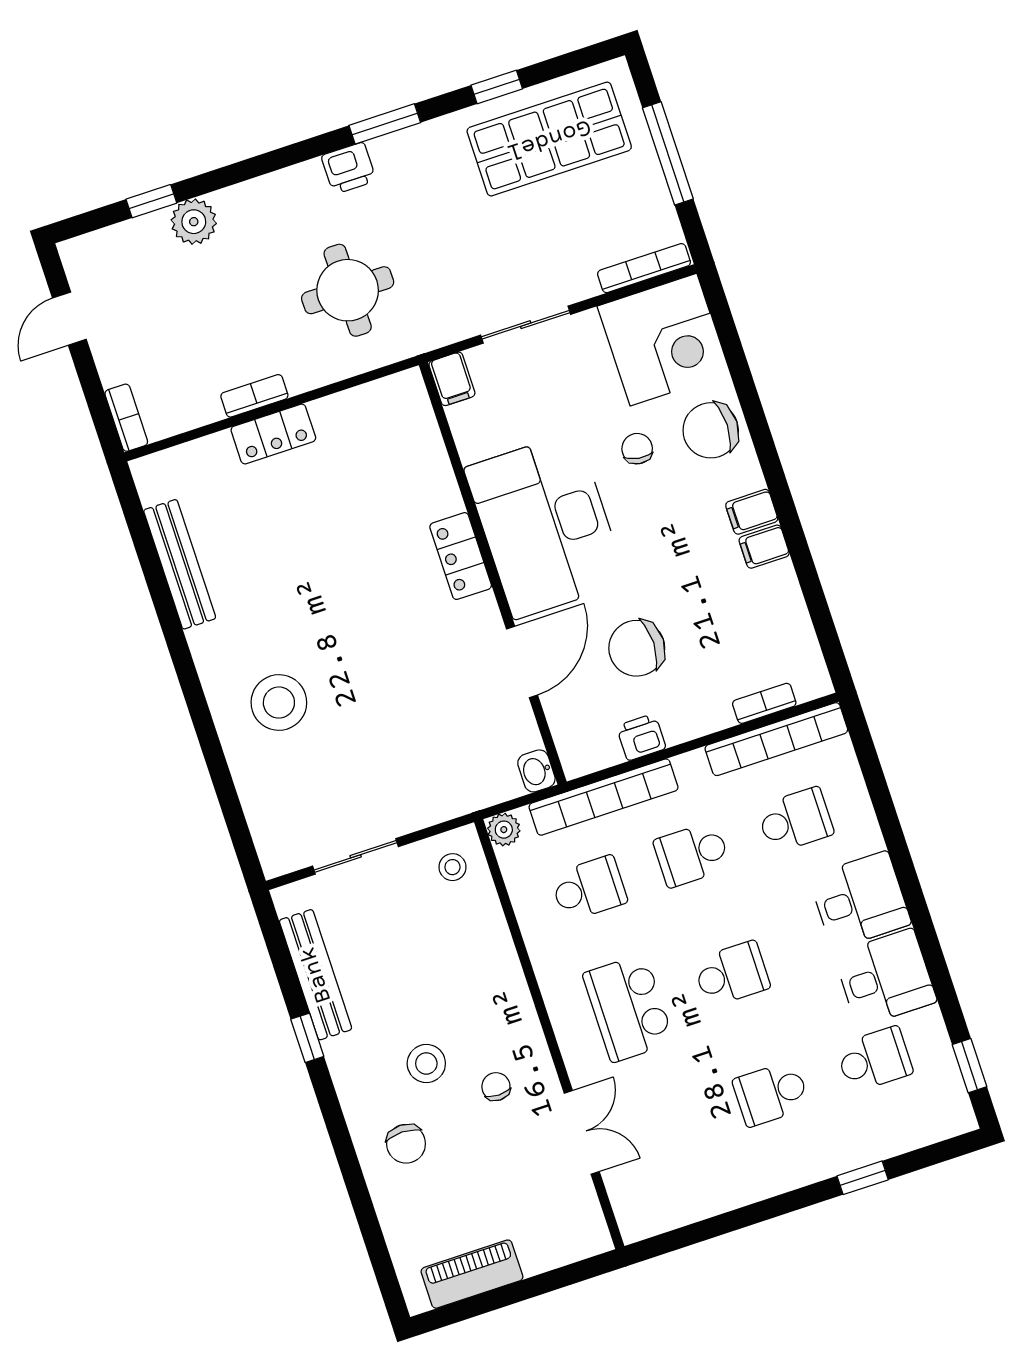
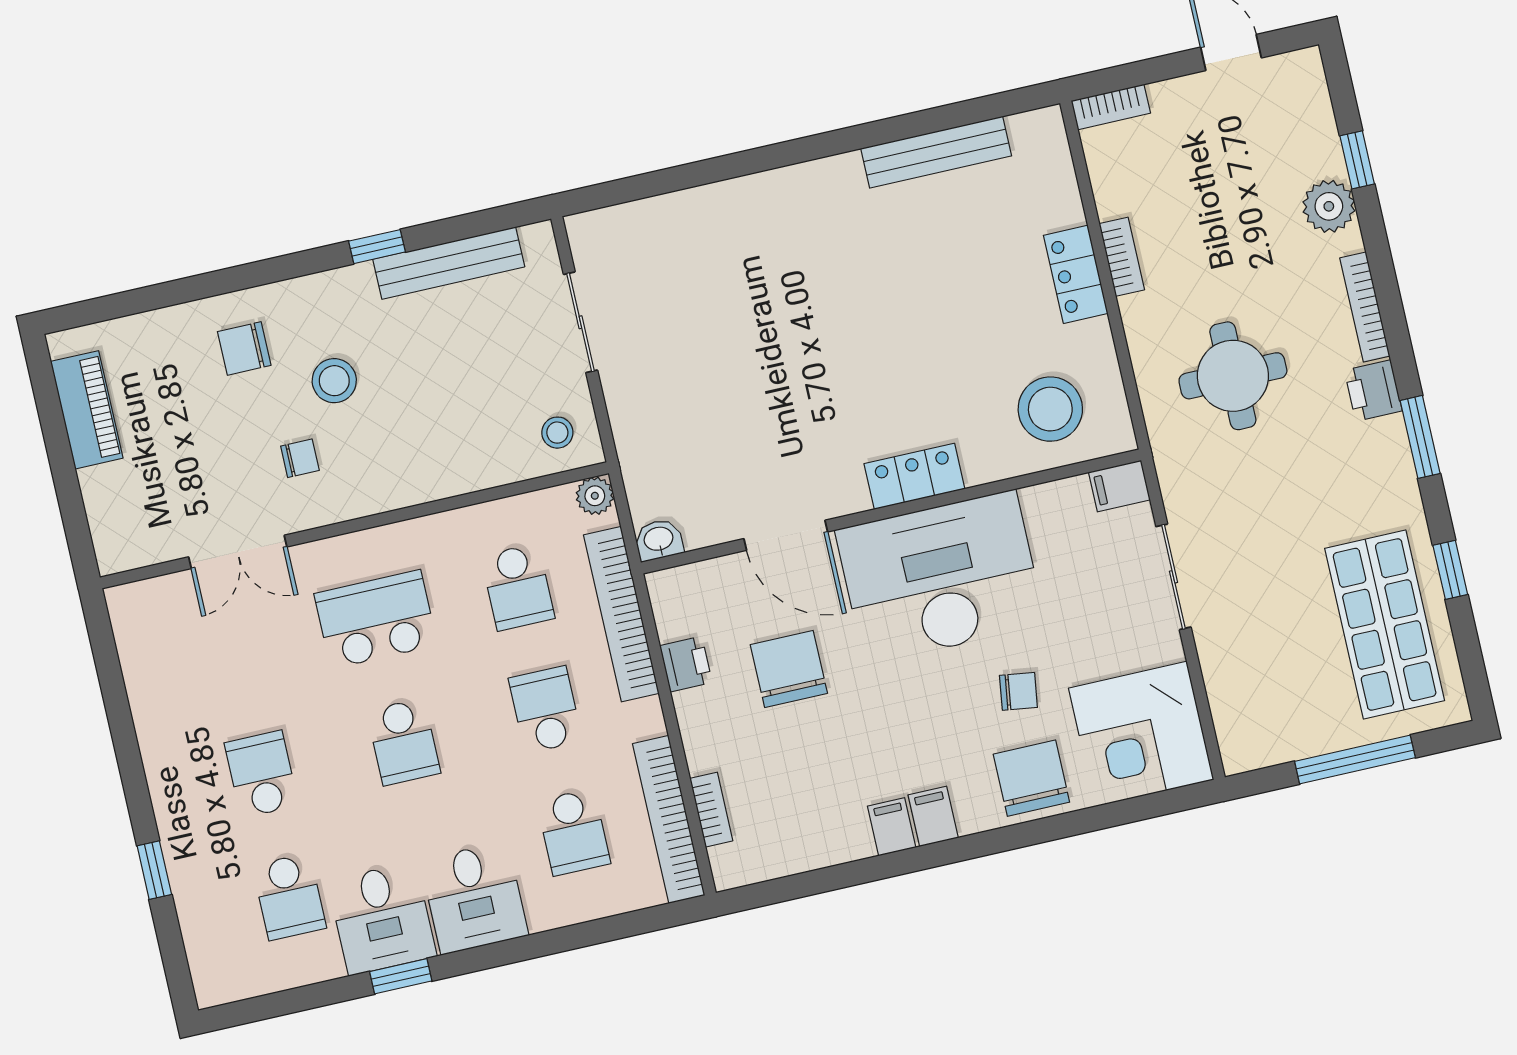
bookcase: (644, 268) -> (1365, 307), moved, turned 180
stool: (279, 703) -> (1050, 409), moved
window: (970, 1066) -> (401, 976), moved

